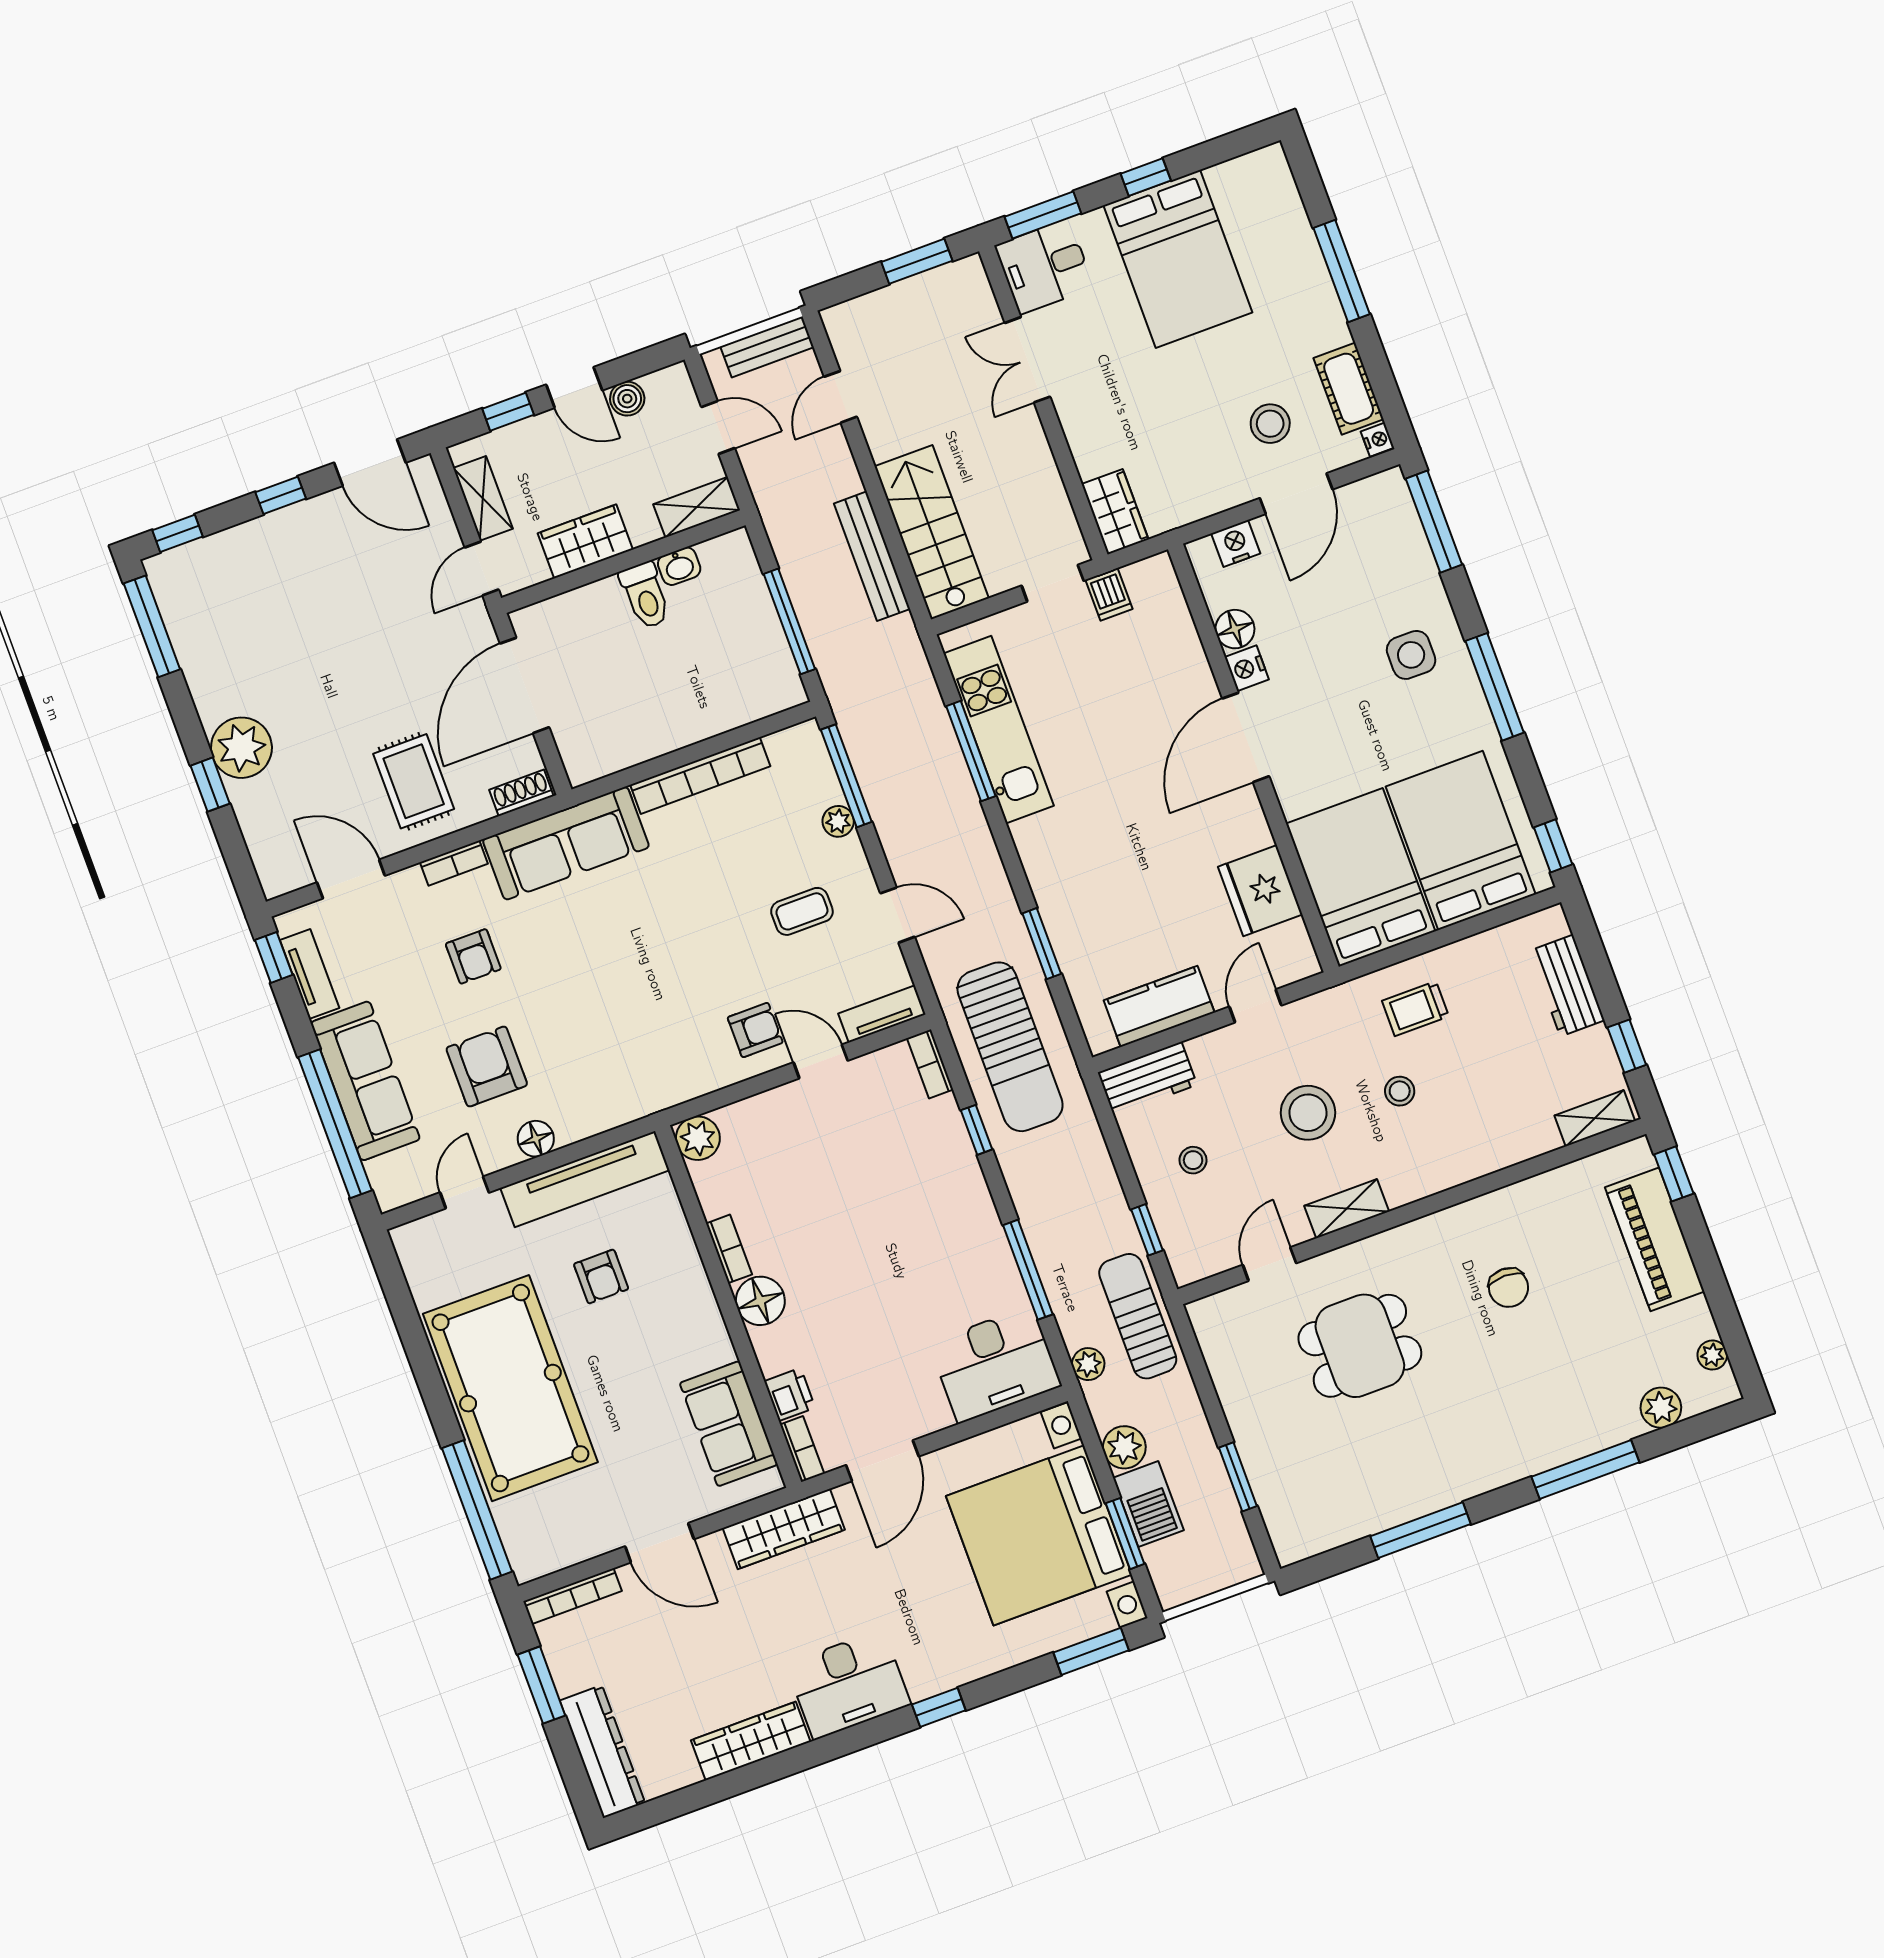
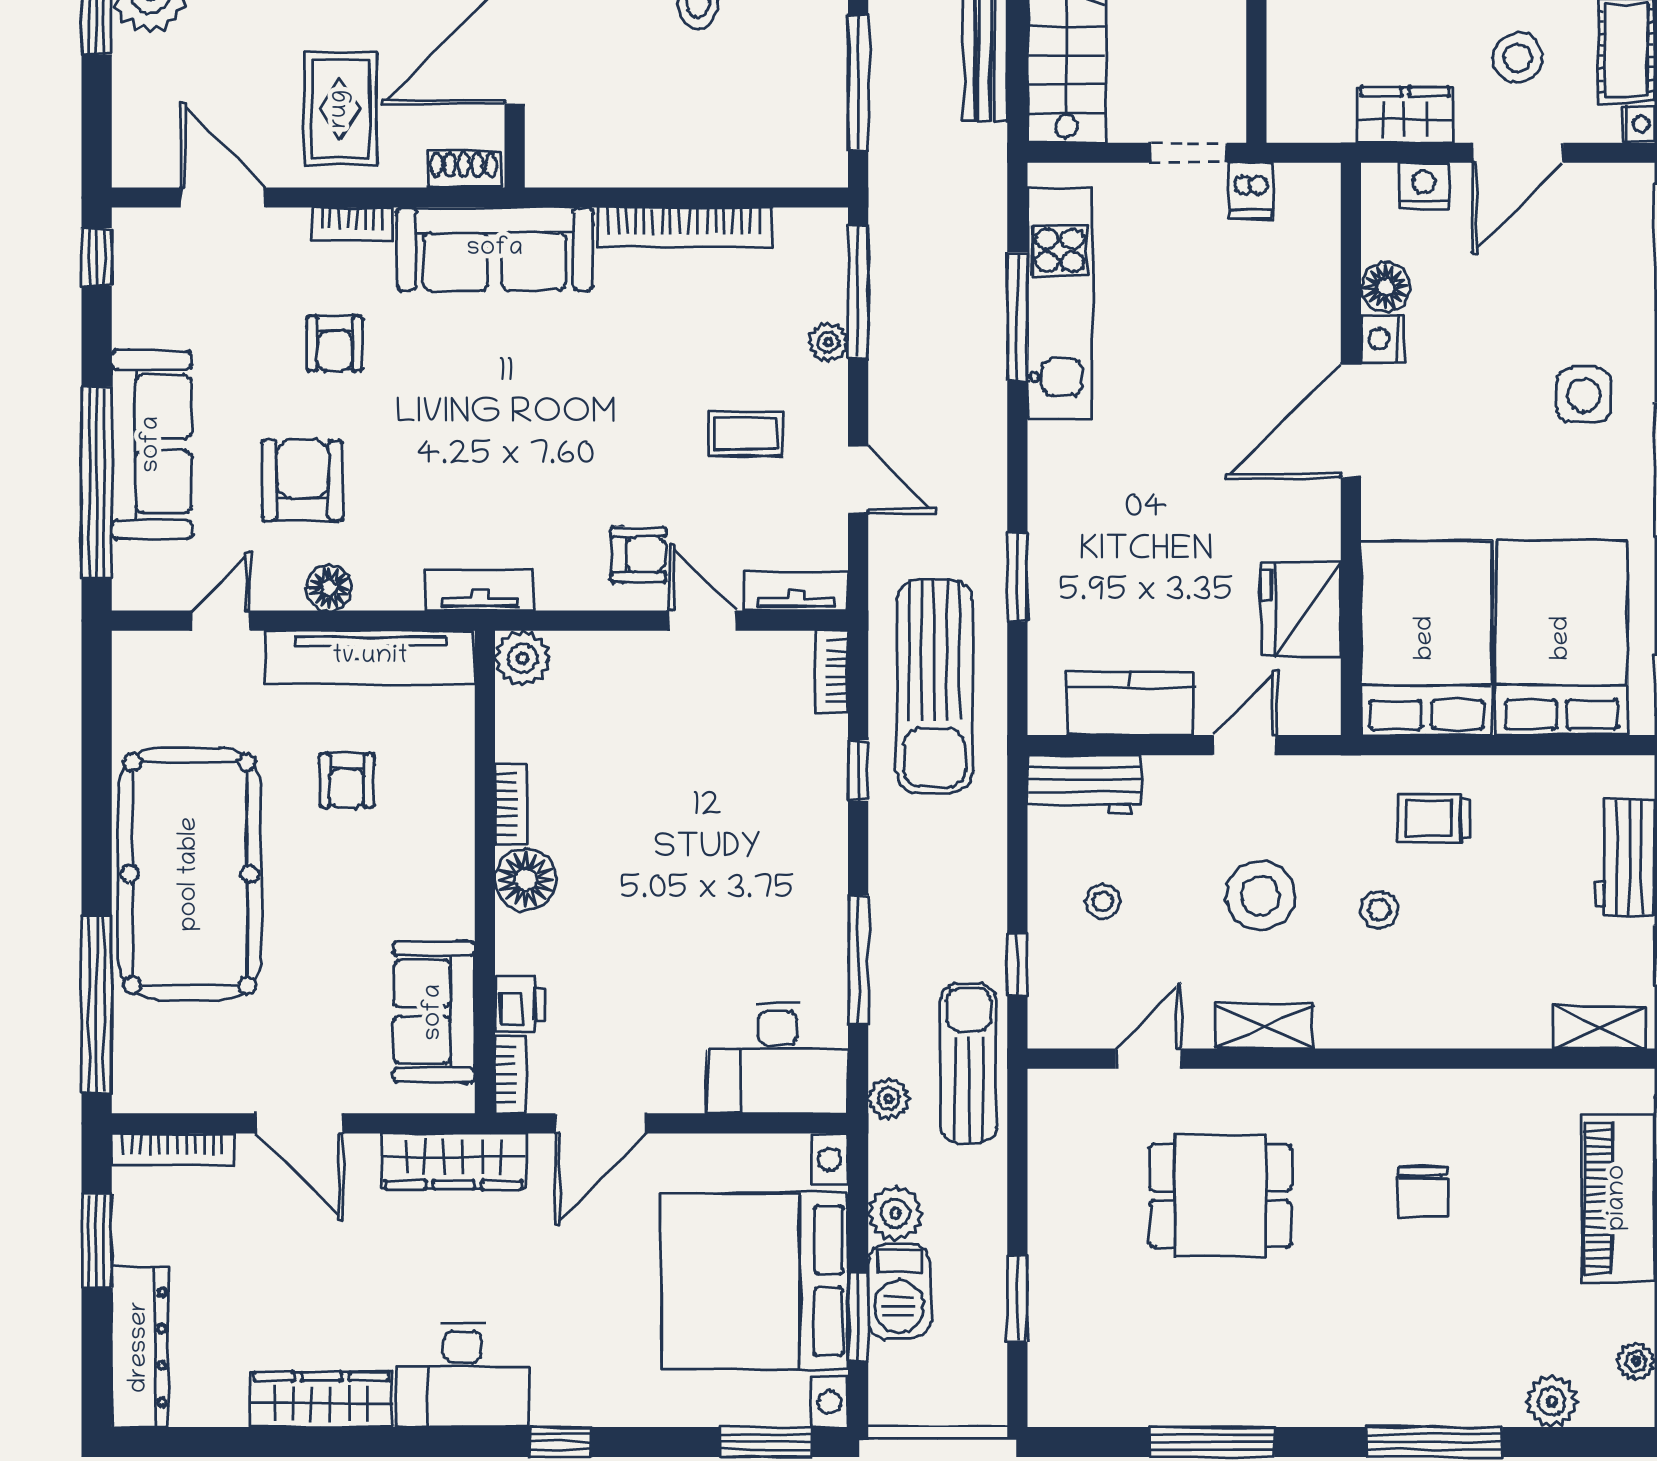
wardrobe: (1115, 512) -> (1405, 115), moved, turned -90
tv unit: (310, 974) -> (480, 590), moved, turned -90

